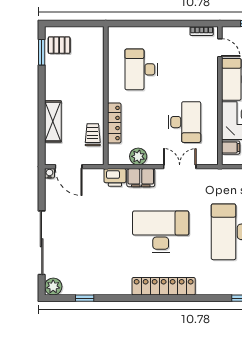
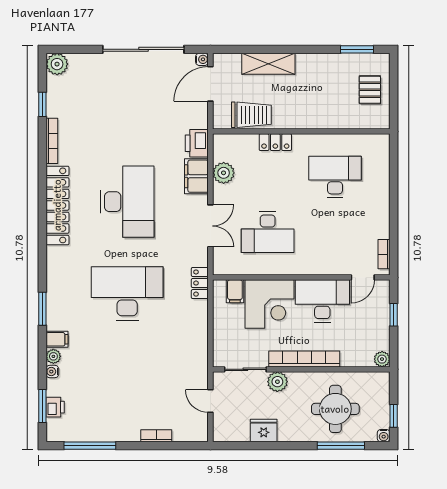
pallet: (59, 45) -> (370, 90), moved
locker: (114, 123) -> (275, 142), width x0.66
trolley: (93, 135) -> (251, 115), width x1.36, depth x1.39
locker: (224, 175) -> (200, 283), added
sliding door: (42, 243) -> (143, 49), moved
bookcase: (113, 291) -> (52, 141), added

